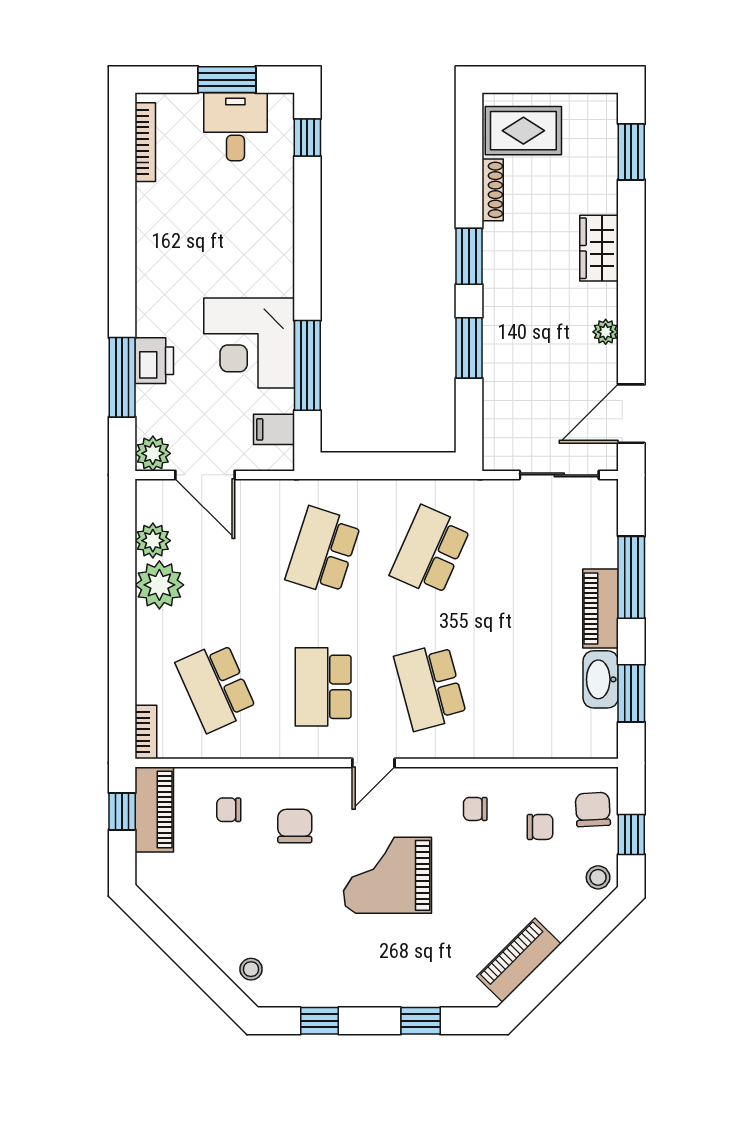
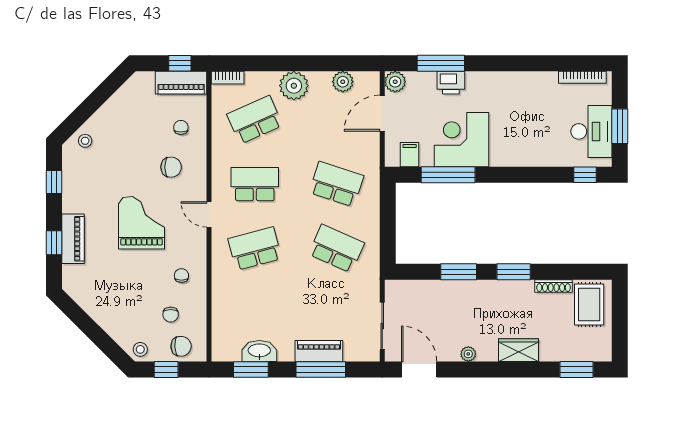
desk: (235, 127) -> (591, 131), width x1.37
plant: (159, 585) -> (294, 86), moved
piano: (601, 608) -> (319, 351), moved
piano: (519, 960) -> (73, 239), moved, turned 45

